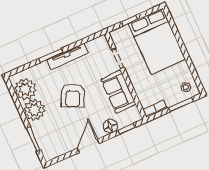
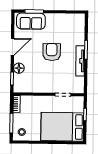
plant: (25, 89) -> (71, 22), removed
sofa: (118, 92) -> (31, 21), moved, turned 180
armchair: (73, 96) -> (52, 52), turned 65
plant: (34, 110) -> (54, 21), removed
door: (88, 146) -> (12, 47), hinge flipped

